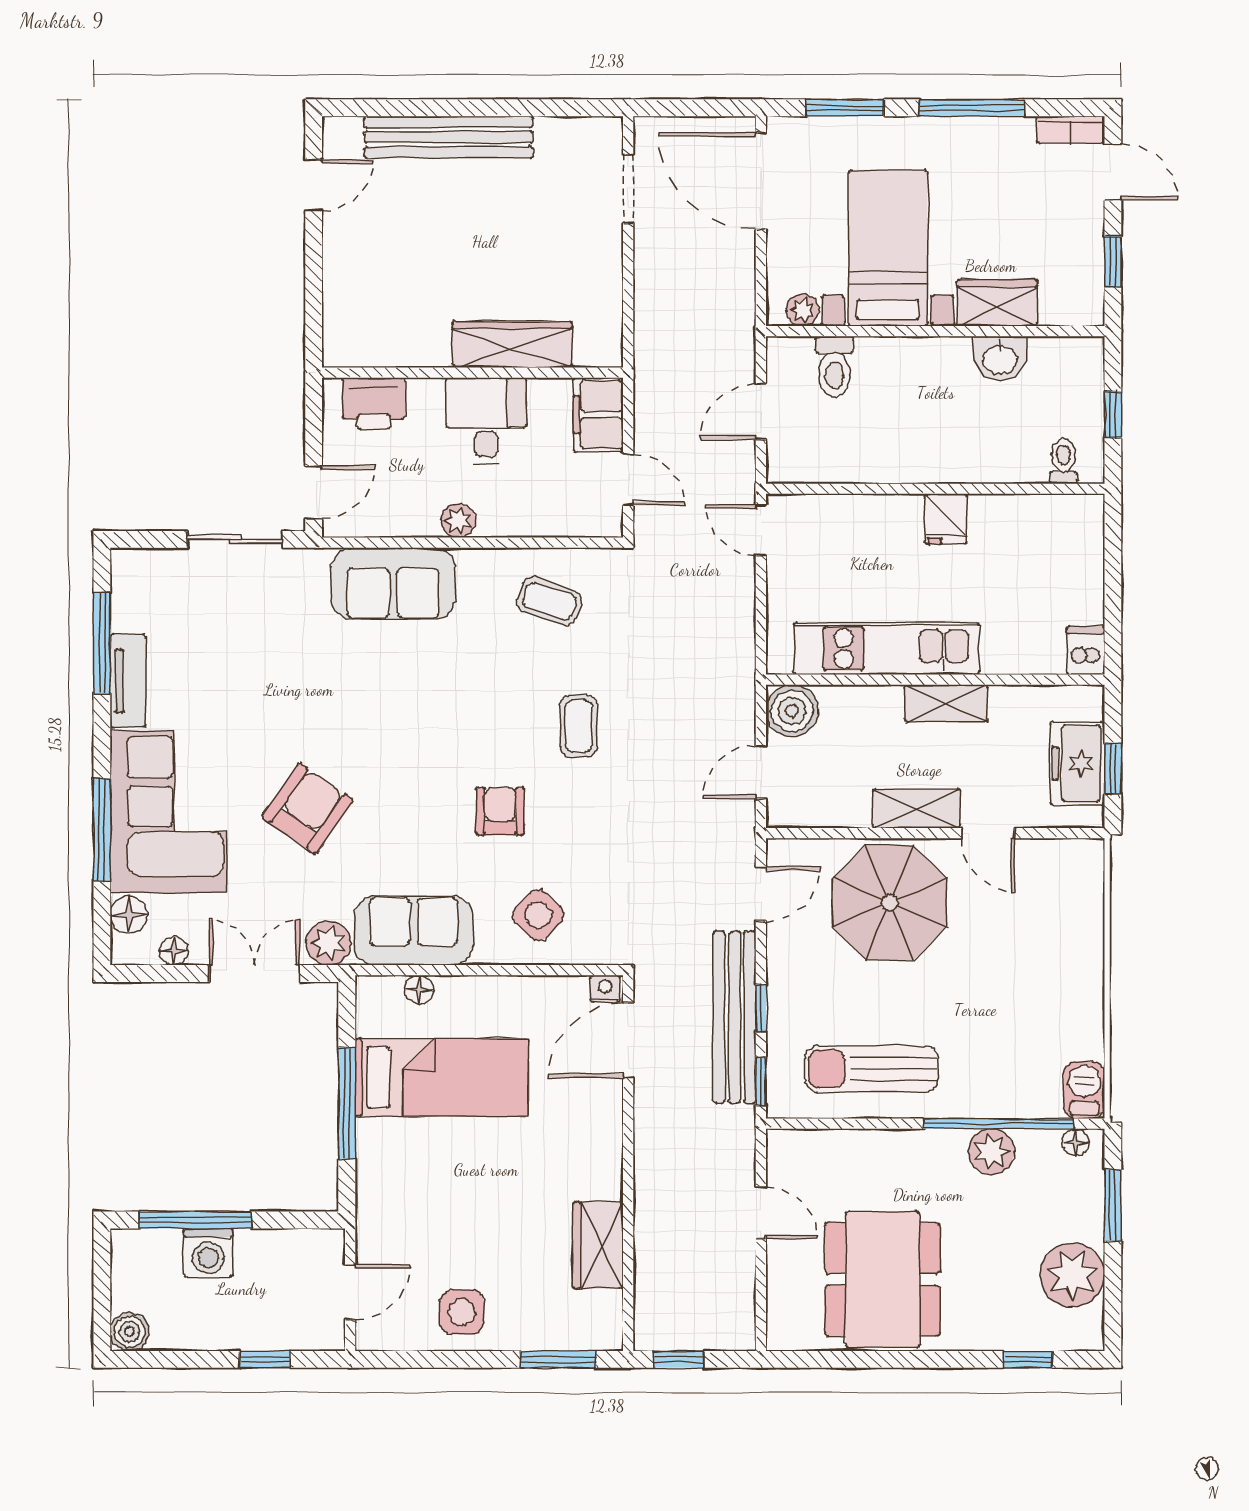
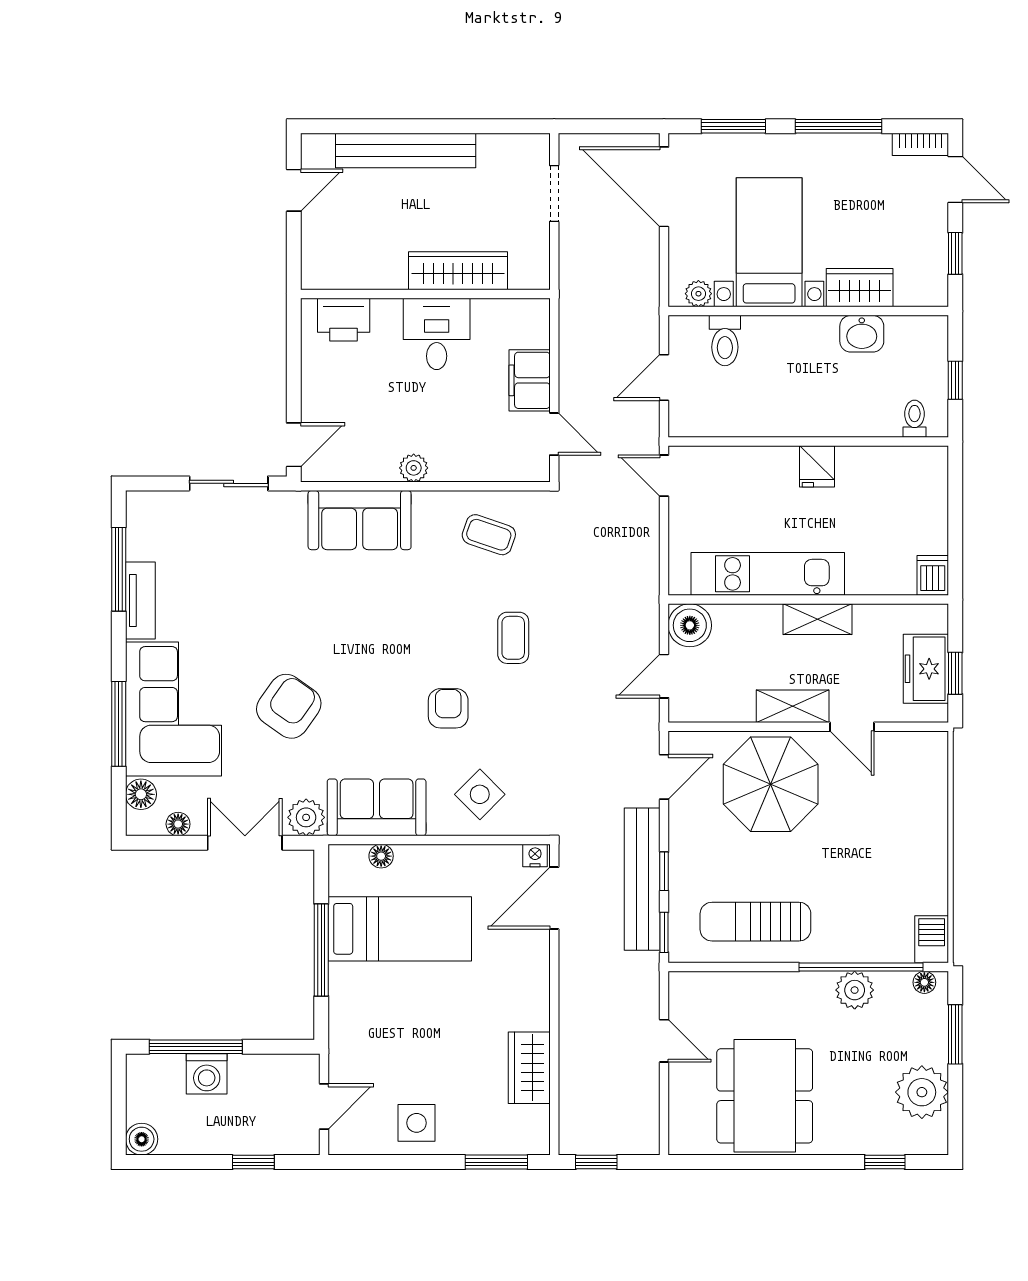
wardrobe: (512, 344) -> (458, 271), moved
wall: (473, 373) -> (425, 294), moved
printer: (374, 404) -> (344, 320), moved
desk: (486, 421) -> (437, 334), moved

